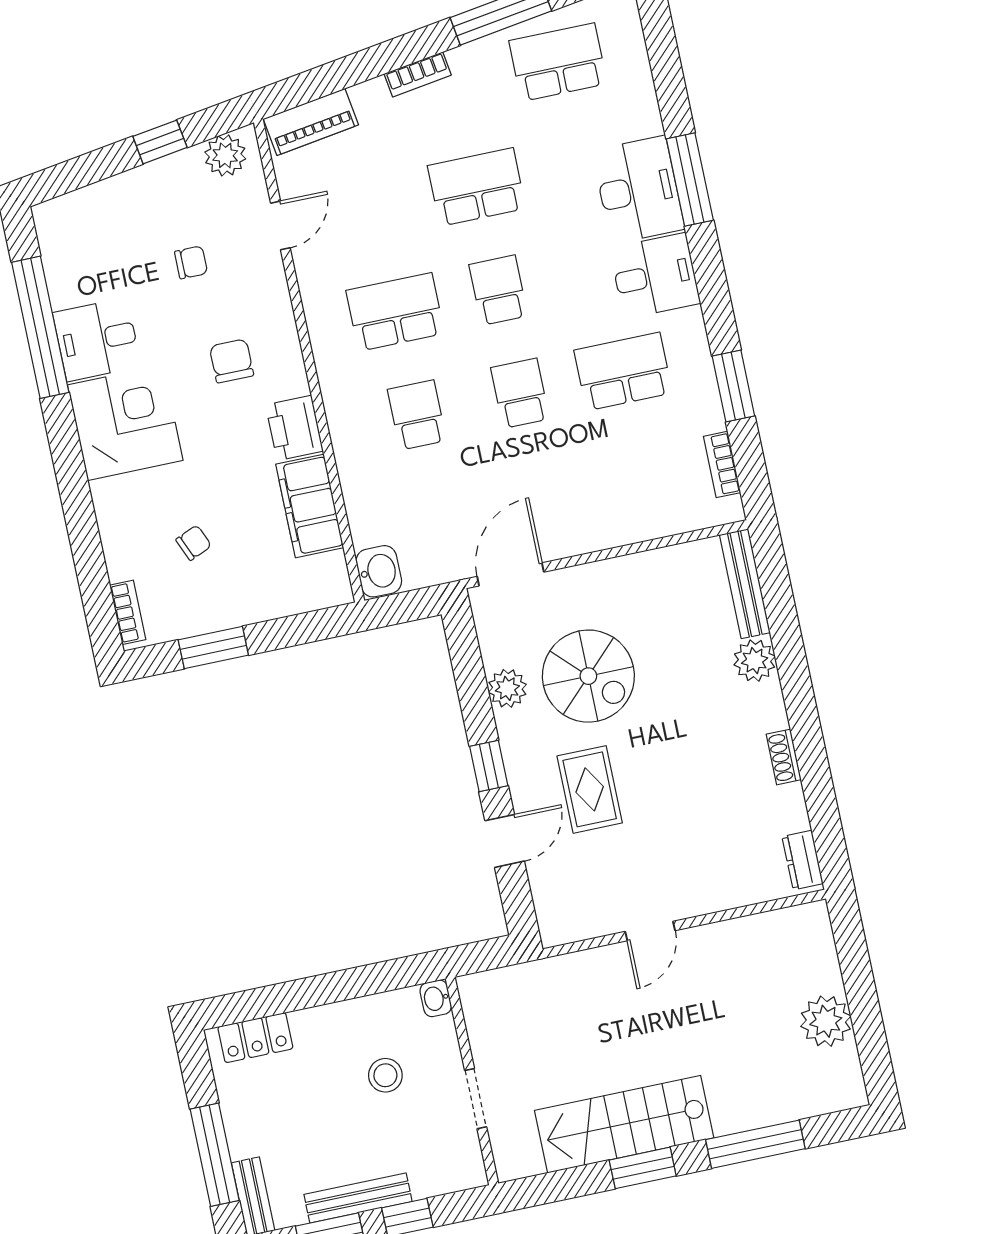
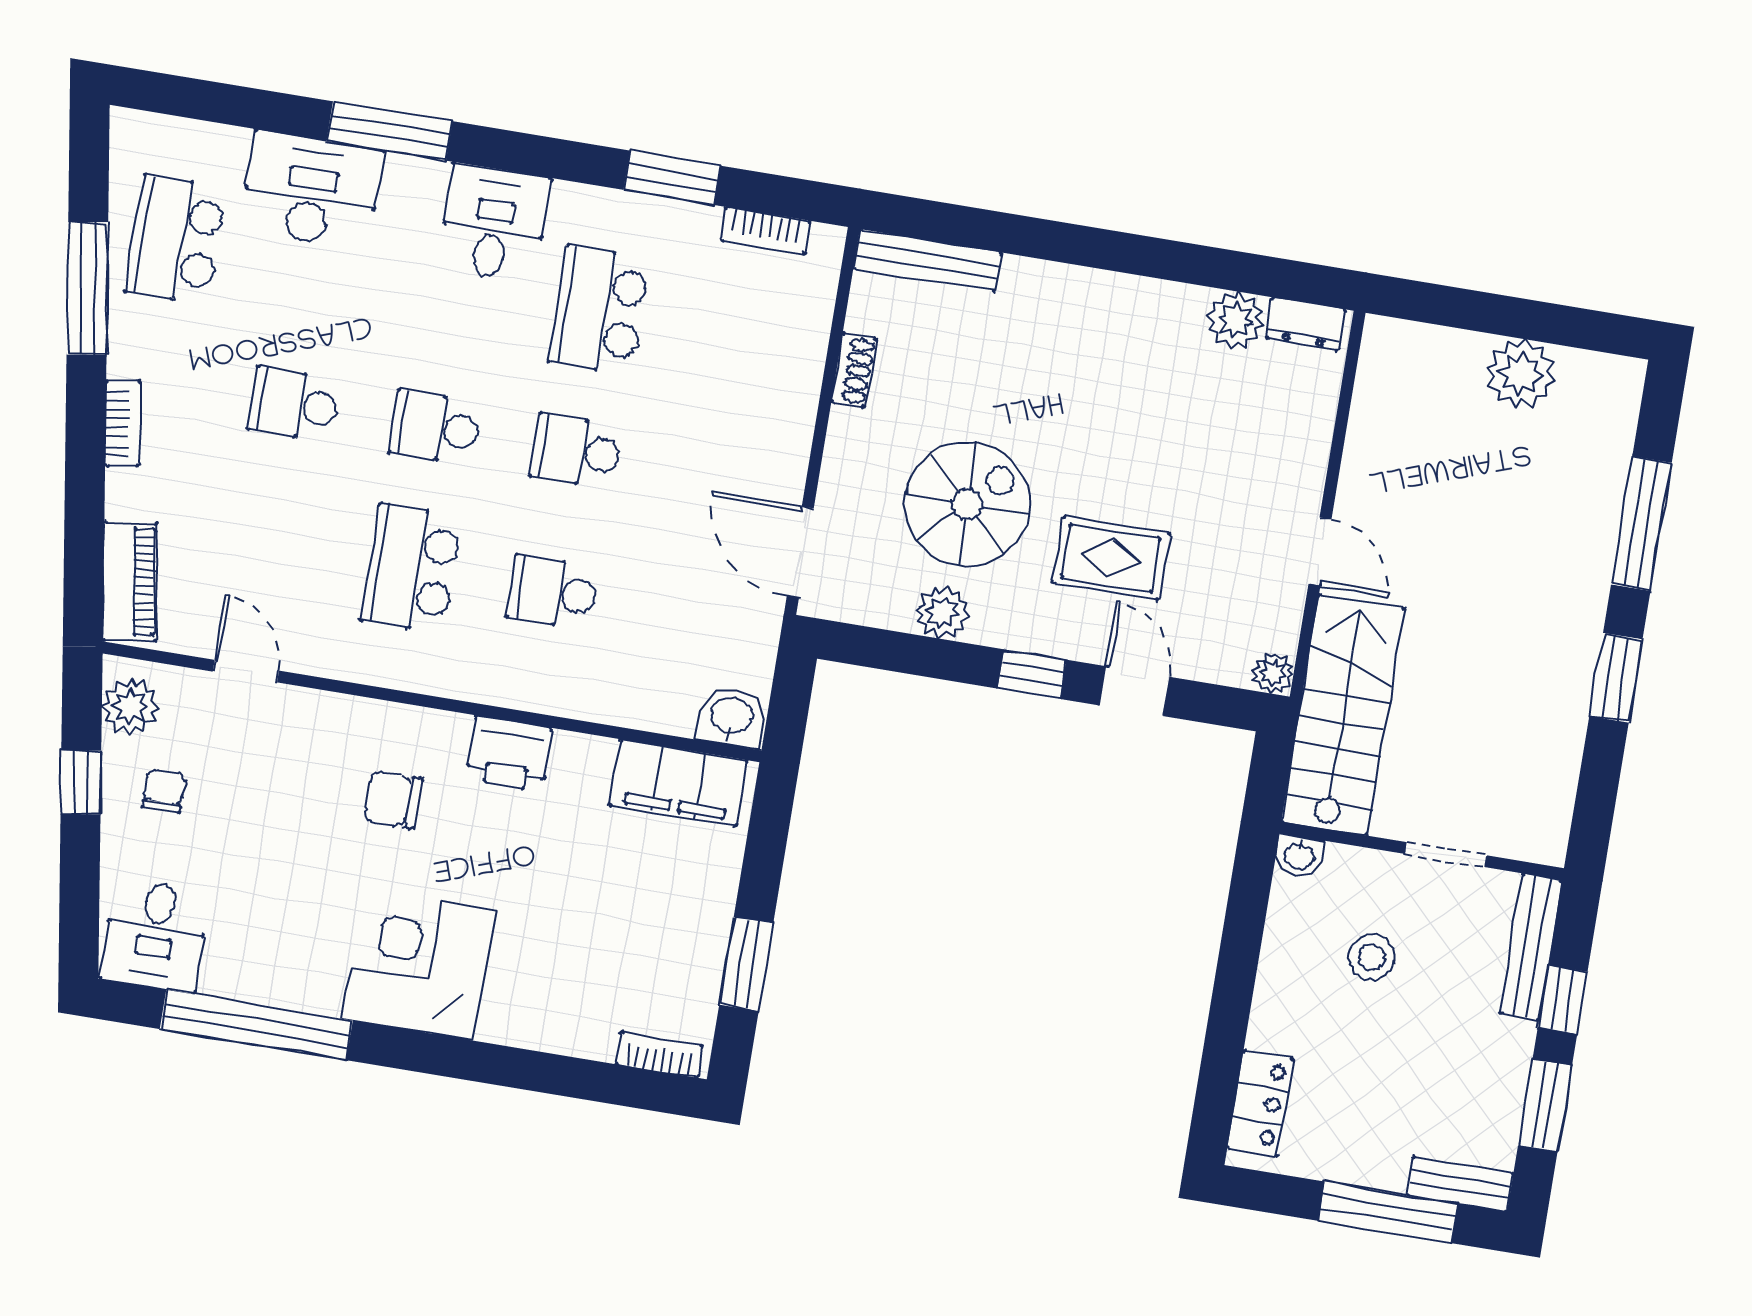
school desk: (477, 187) -> (294, 404), width x0.54
desk: (638, 190) -> (312, 190), moved
chair: (191, 262) -> (164, 791), moved
desk: (97, 340) -> (155, 935), moved
filing cabinet: (310, 506) -> (678, 783), moved
chair: (194, 543) -> (604, 937), removed
plant: (755, 661) -> (1235, 320), moved
shoe rack: (784, 757) -> (854, 370), moved, turned -90
plant: (554, 931) -> (1273, 673), added
stairs: (624, 1124) -> (1343, 715), moved, turned 180
bench: (358, 1198) -> (1531, 947), moved

